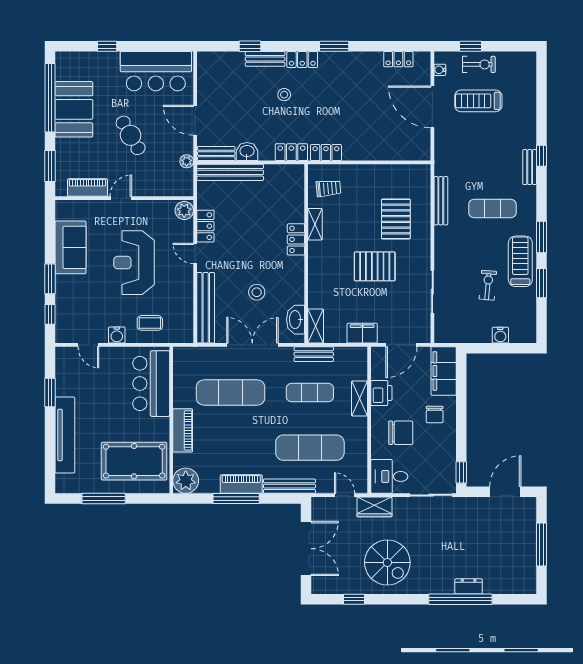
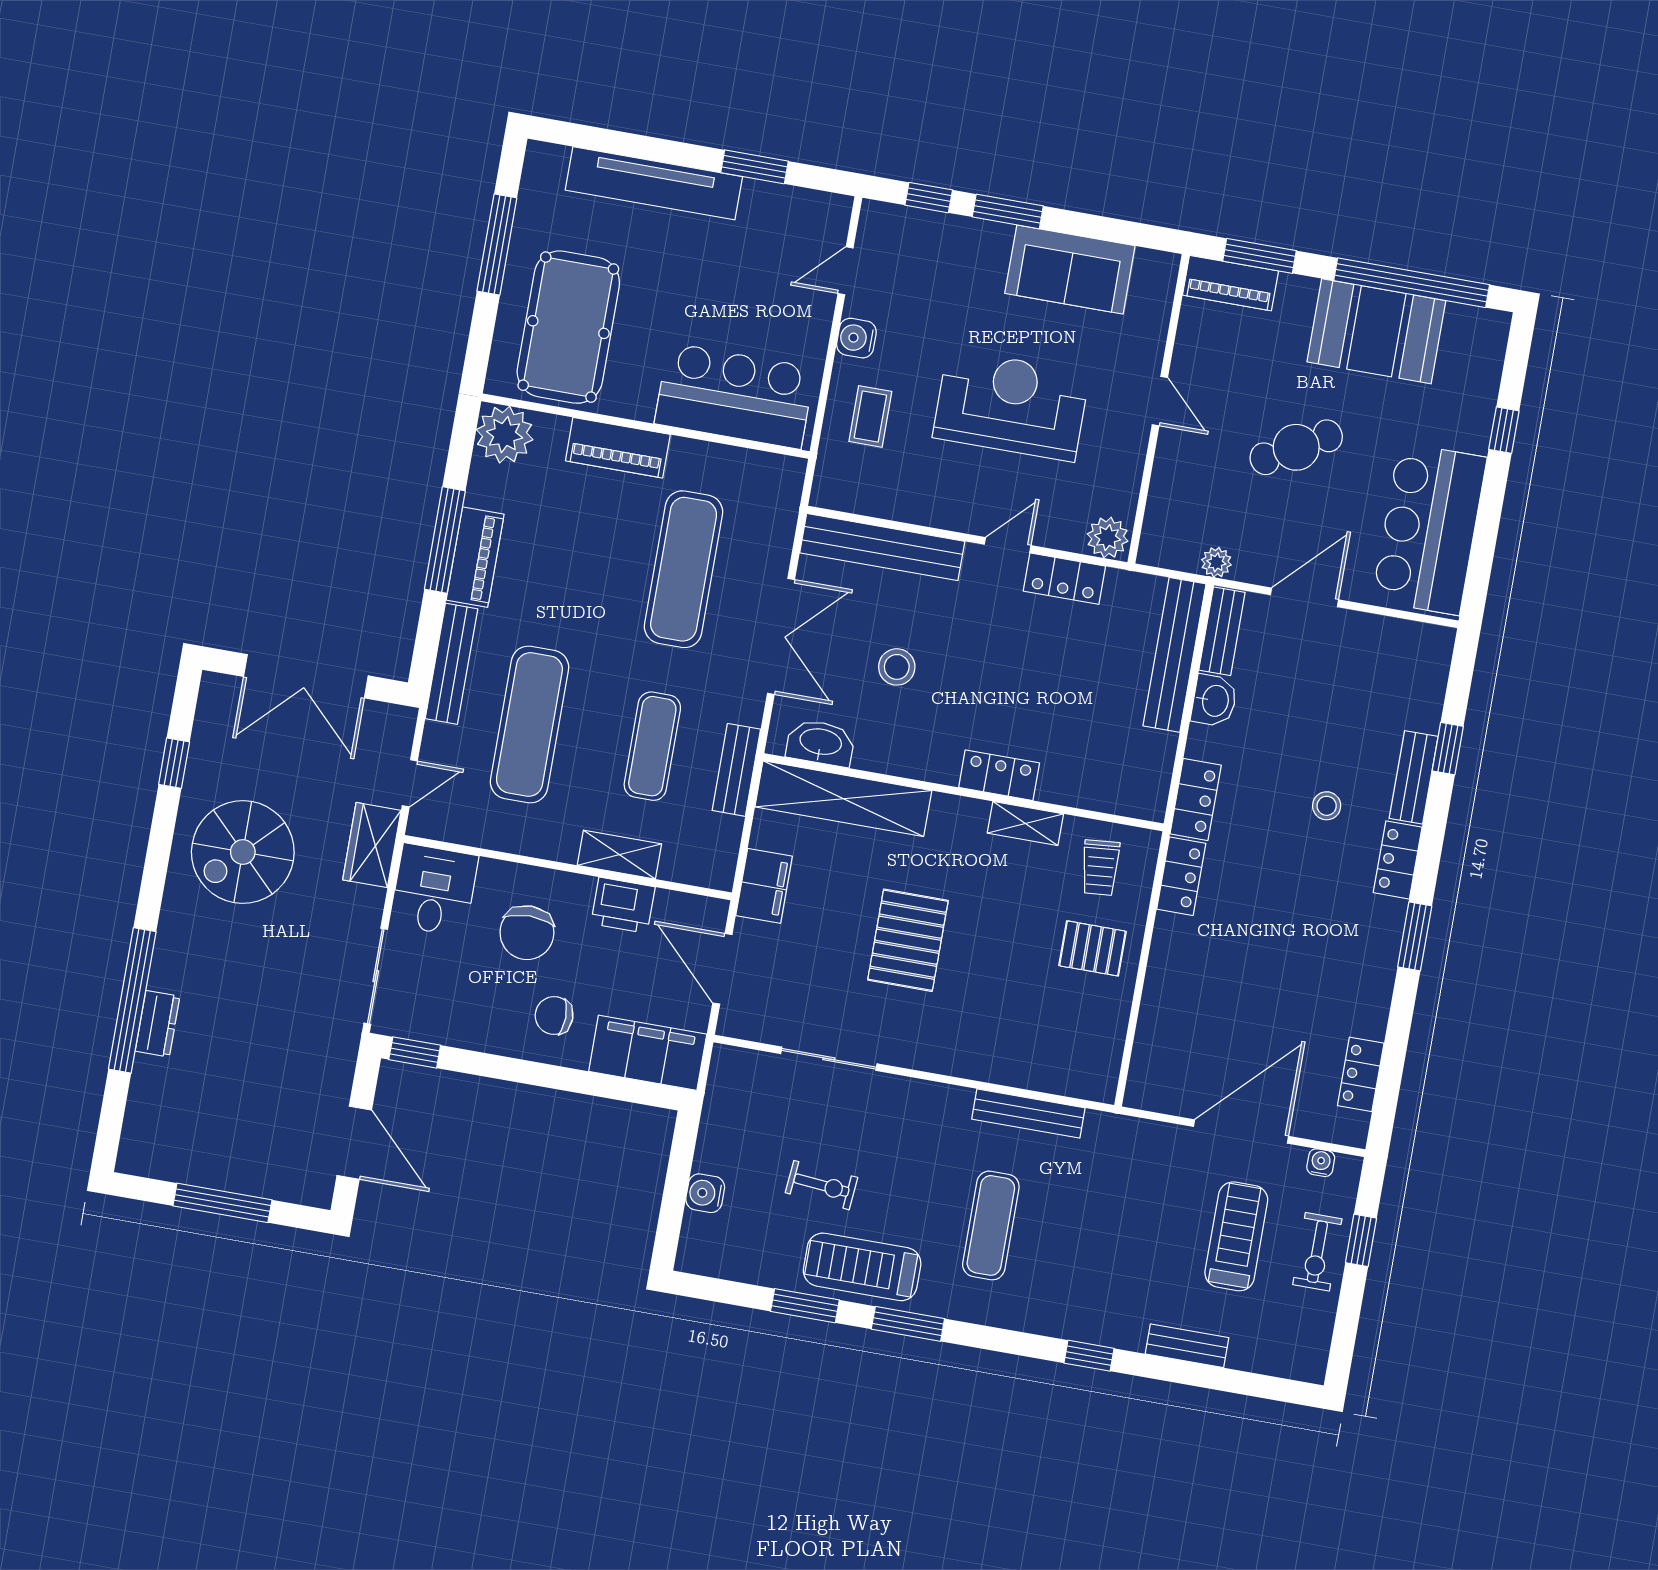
bench: (530, 167) -> (1187, 1346), moved
piano: (87, 188) -> (1230, 283), moved, turned 90
pallet: (396, 219) -> (1092, 948), moved, width x0.67, depth x0.71
treadmill: (520, 261) -> (862, 1267), turned 180
shelving: (316, 326) -> (843, 799), width x2.20, depth x1.33

